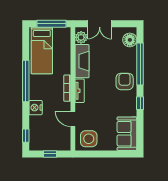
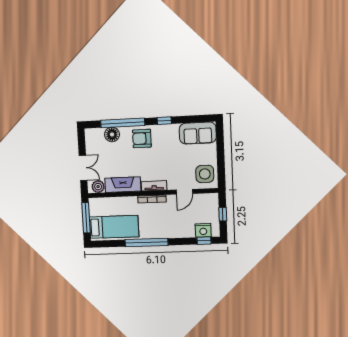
floor lamp: (130, 40) -> (112, 134), moved
nightstand: (36, 108) -> (203, 230), moved

